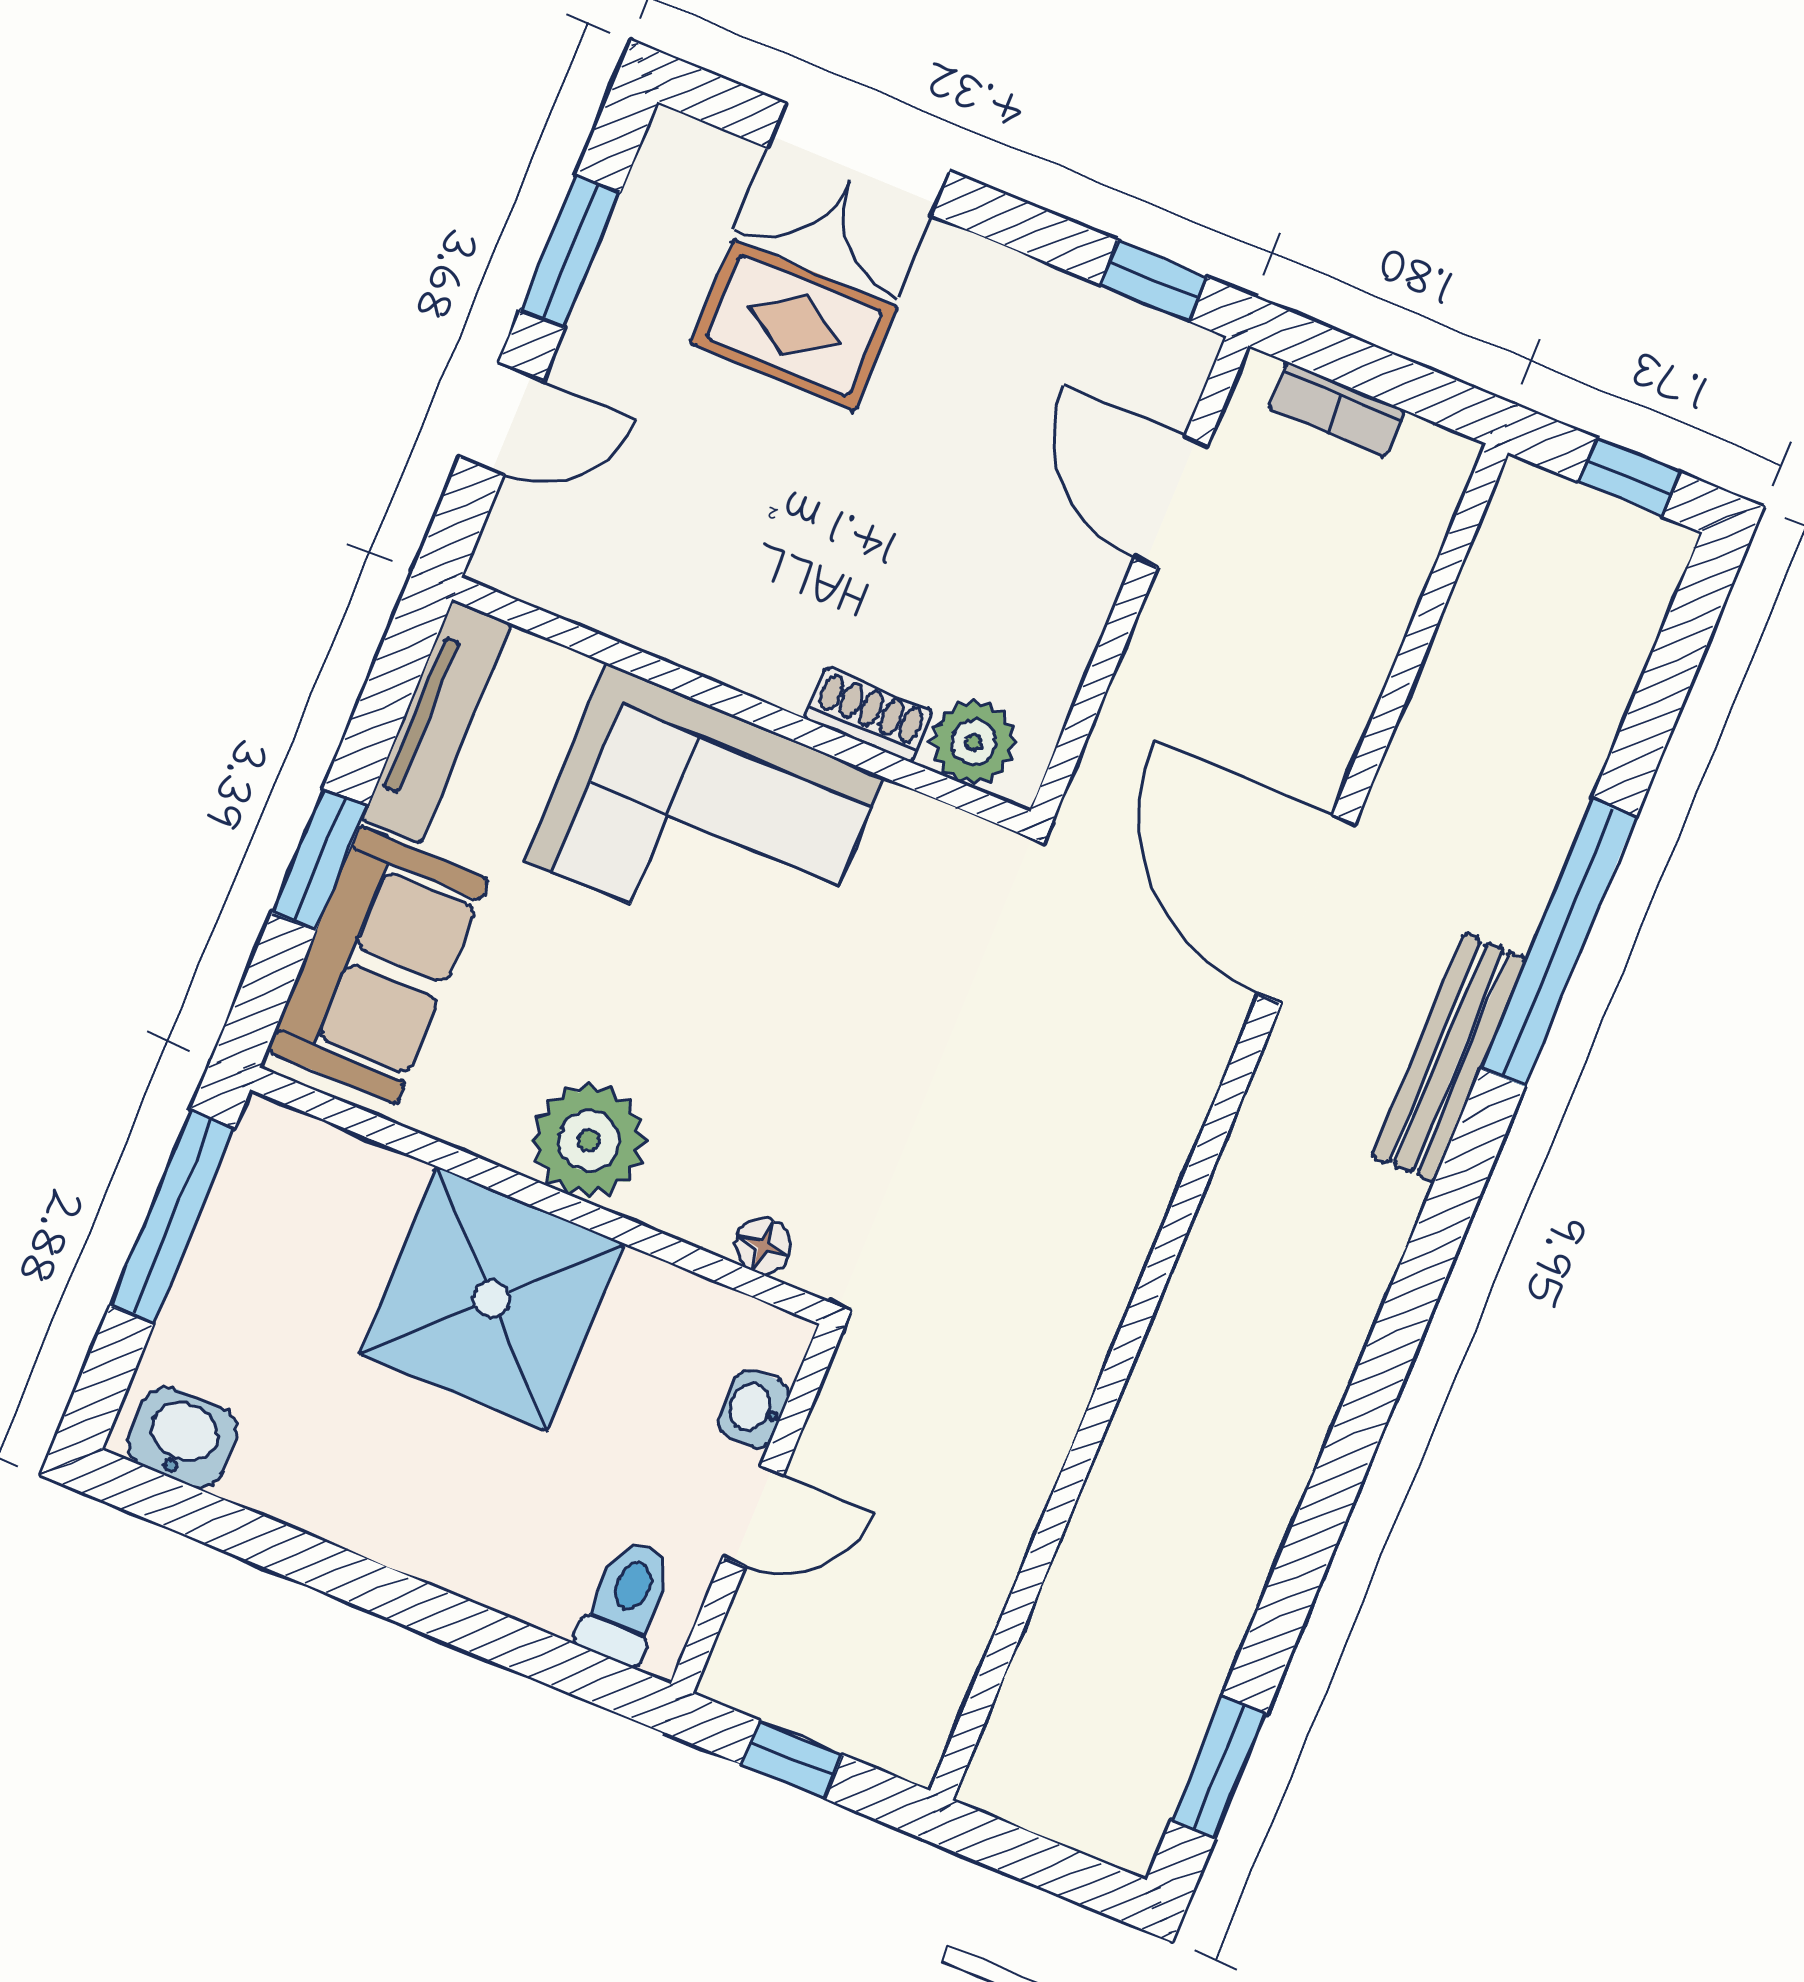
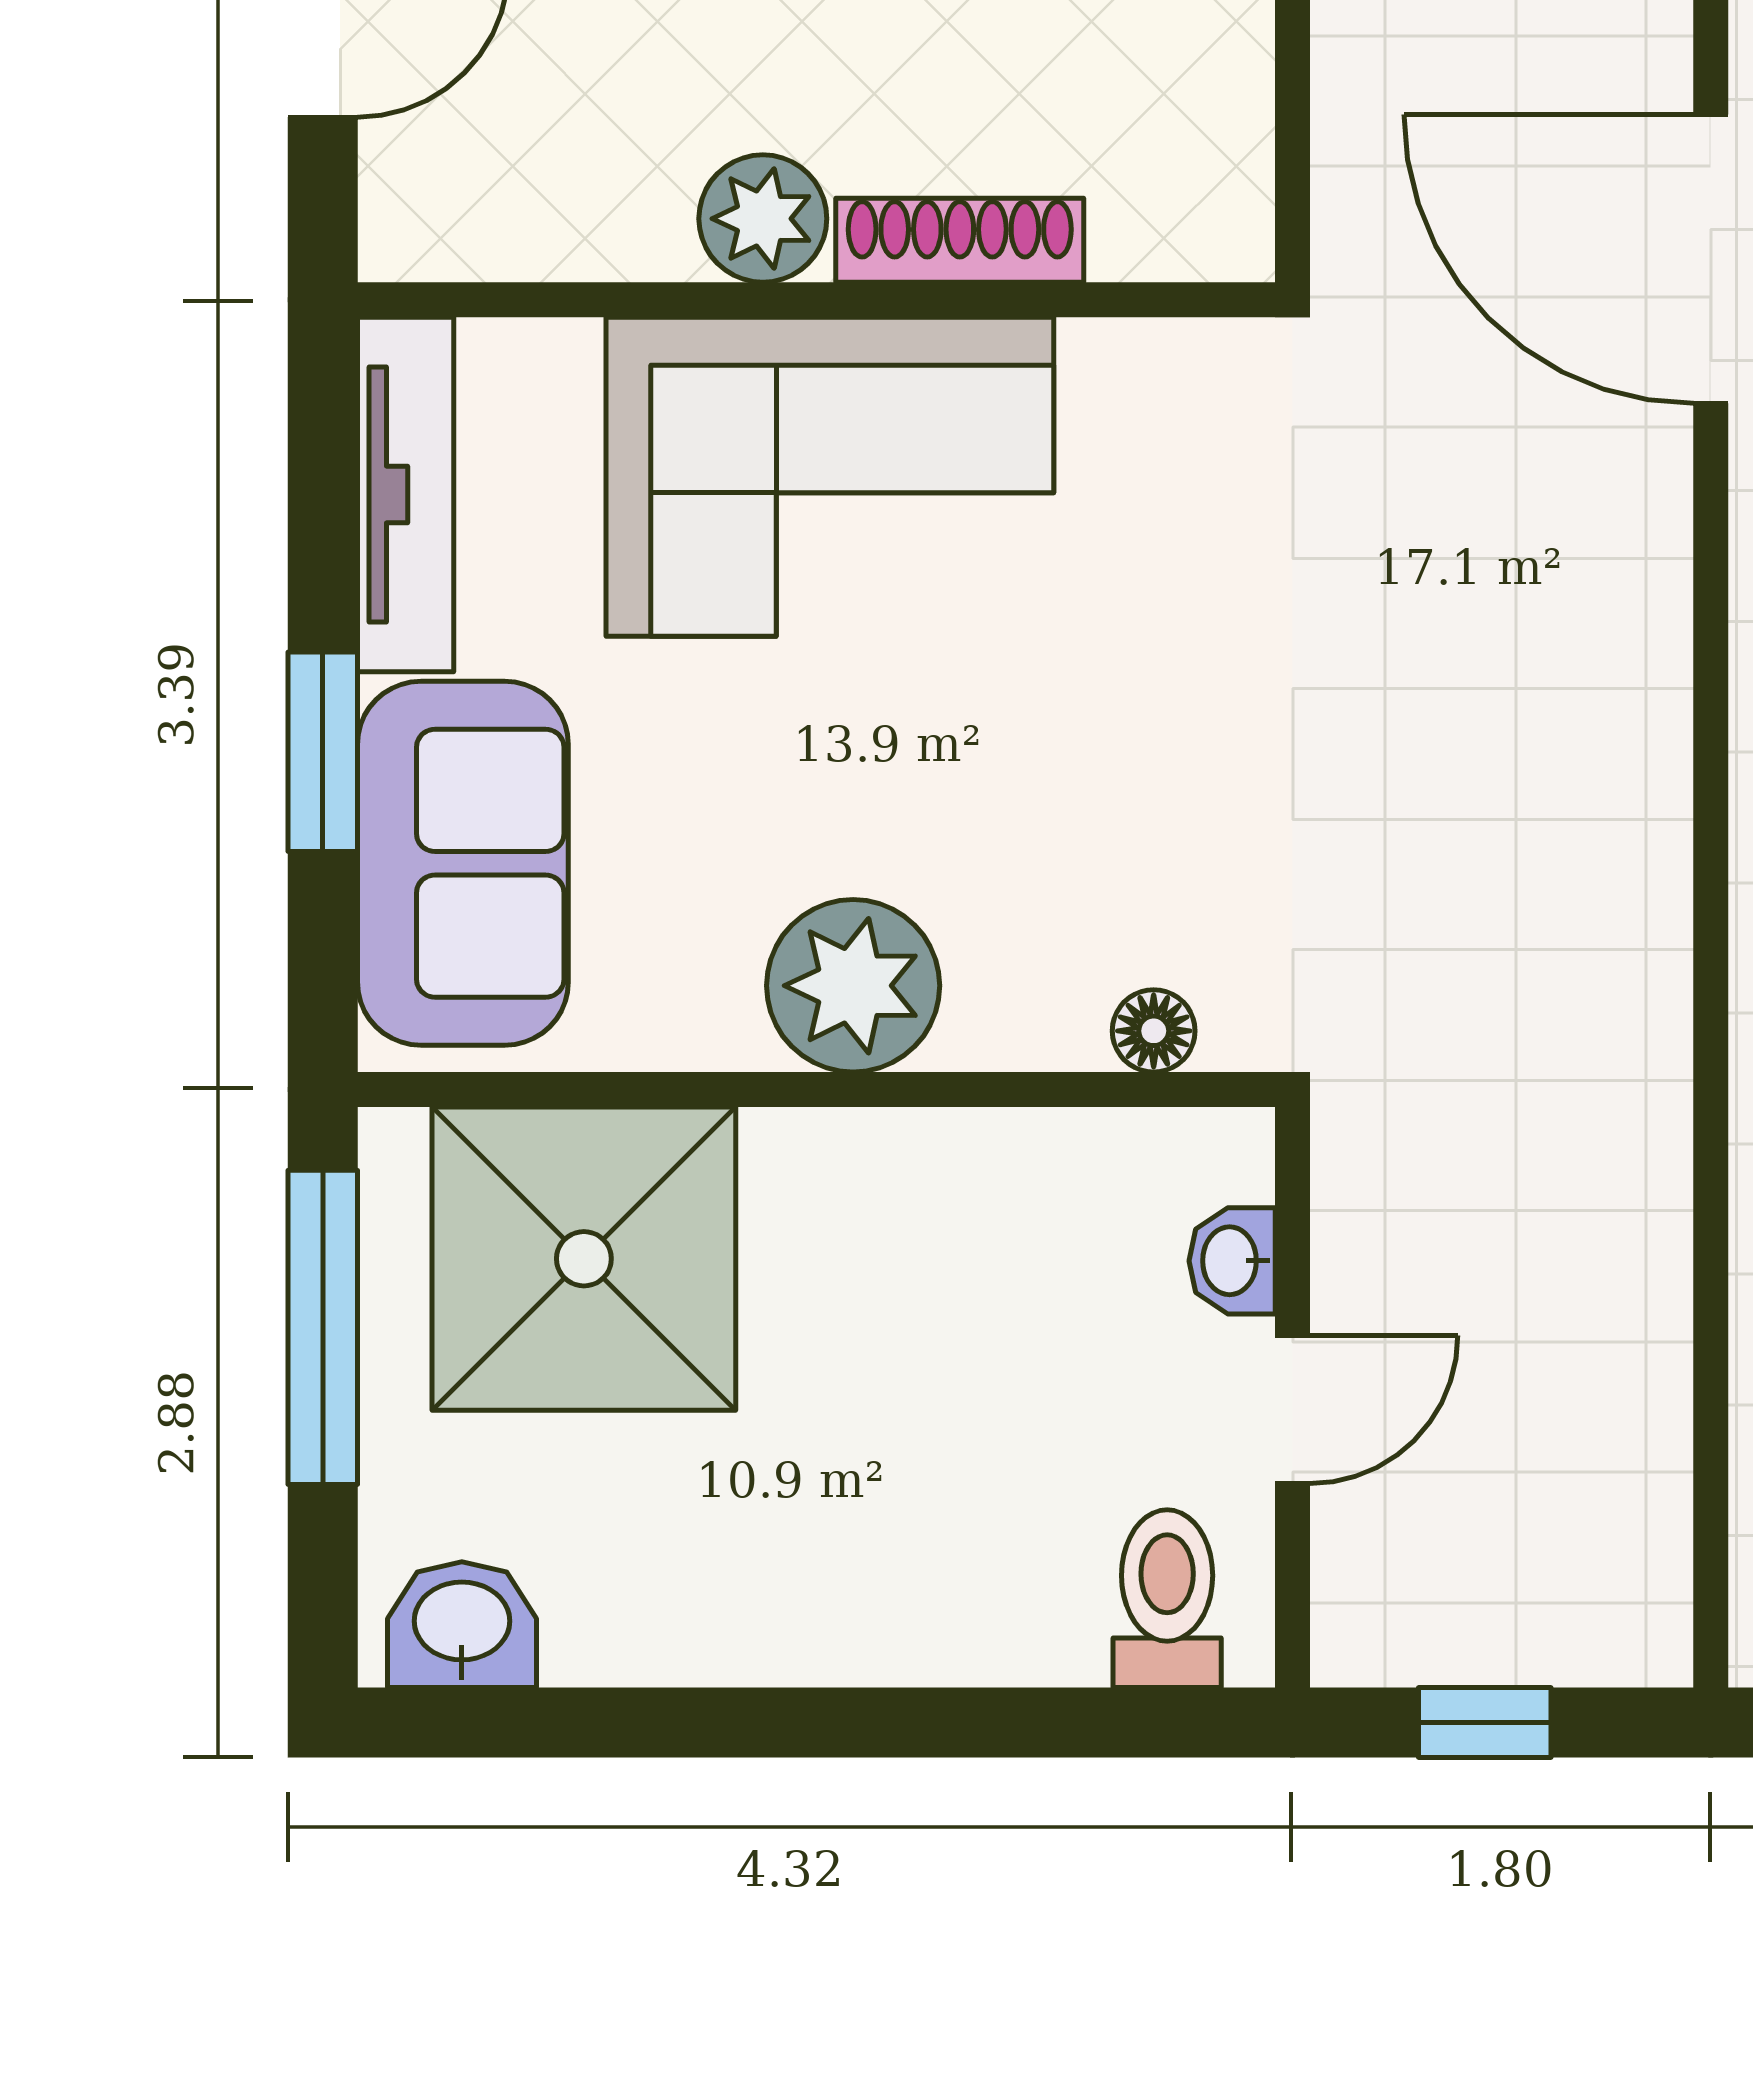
shoe rack: (869, 715) -> (960, 240), width x1.43
plant: (973, 742) -> (763, 219), moved
shower: (492, 1299) -> (584, 1259), moved

